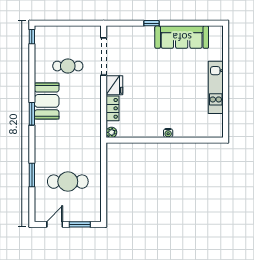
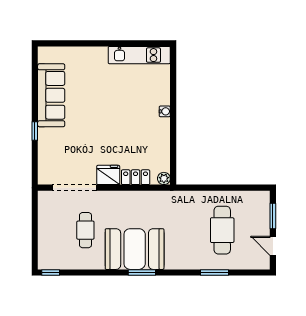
kitchen unit: (216, 87) -> (139, 55), moved
booth: (47, 101) -> (135, 249), width x1.36, depth x1.42

